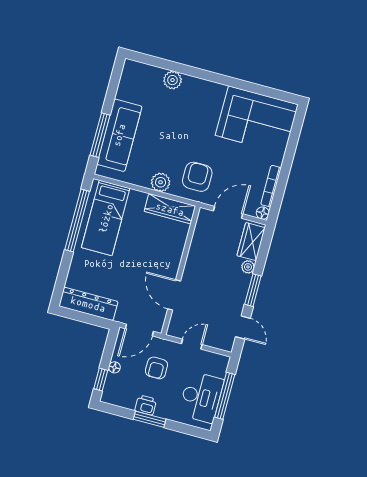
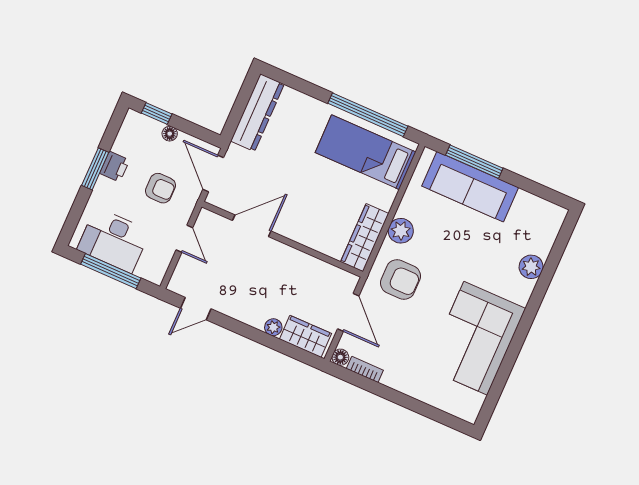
corner sofa: (257, 120) -> (476, 338), moved
bookcase: (271, 186) -> (365, 369), width x0.64
window: (253, 290) -> (242, 329), removed
armchair: (156, 368) -> (160, 188), turned 180

